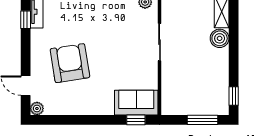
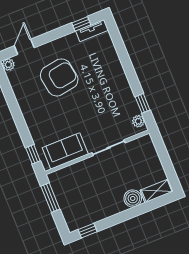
sofa: (136, 103) -> (65, 151), moved, turned -90
window: (203, 120) -> (50, 198), moved

